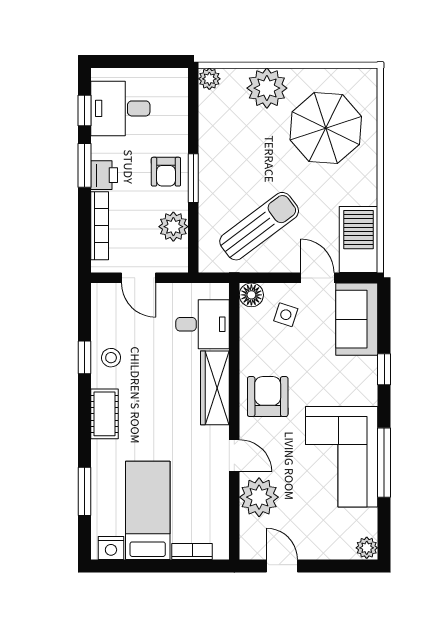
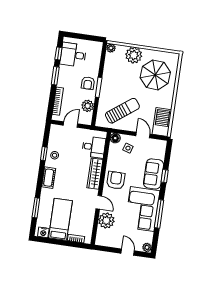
printer: (104, 175) -> (63, 81), removed
door: (138, 278) -> (70, 124), swing flipped
sofa: (357, 319) -> (154, 174), moved
door: (282, 566) -> (128, 252), moved

